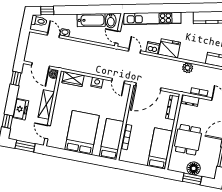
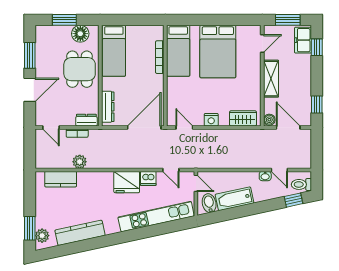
plant: (188, 68) -> (80, 162), moved
freezer: (21, 109) -> (303, 40), moved
door: (48, 132) -> (262, 44), hinge flipped
floor lamp: (194, 168) -> (80, 34), moved

